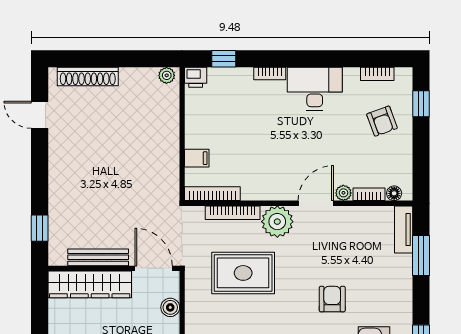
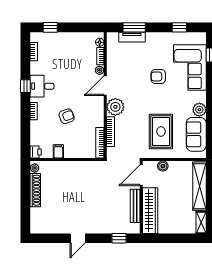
window: (224, 59) -> (25, 86), moved
shoe rack: (88, 77) -> (35, 190), moved
desk: (315, 89) -> (42, 86), width x0.73
door: (40, 115) -> (78, 238), moved
armchair: (382, 121) -> (67, 116), moved
filing cabinet: (197, 158) -> (58, 151), moved
door: (316, 203) -> (105, 86), hinge flipped
tv unit: (404, 230) -> (132, 37), moved
rug: (243, 273) -> (161, 131), moved

